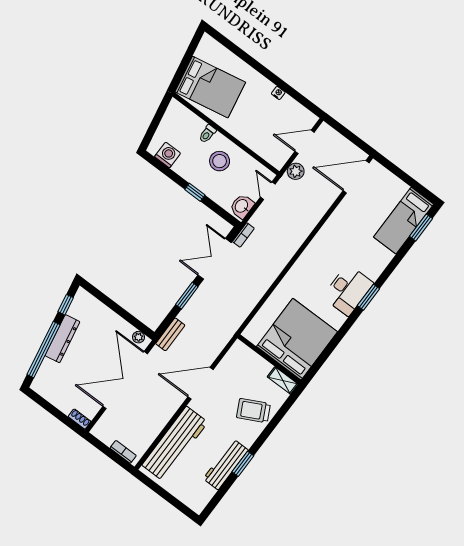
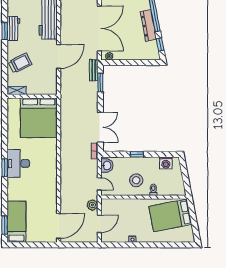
window: (187, 296) -> (100, 83), moved
bed: (297, 339) -> (39, 118), moved
workbench: (226, 464) -> (13, 29), width x0.73

